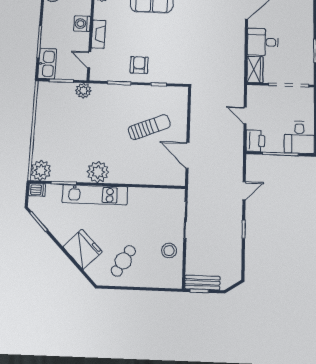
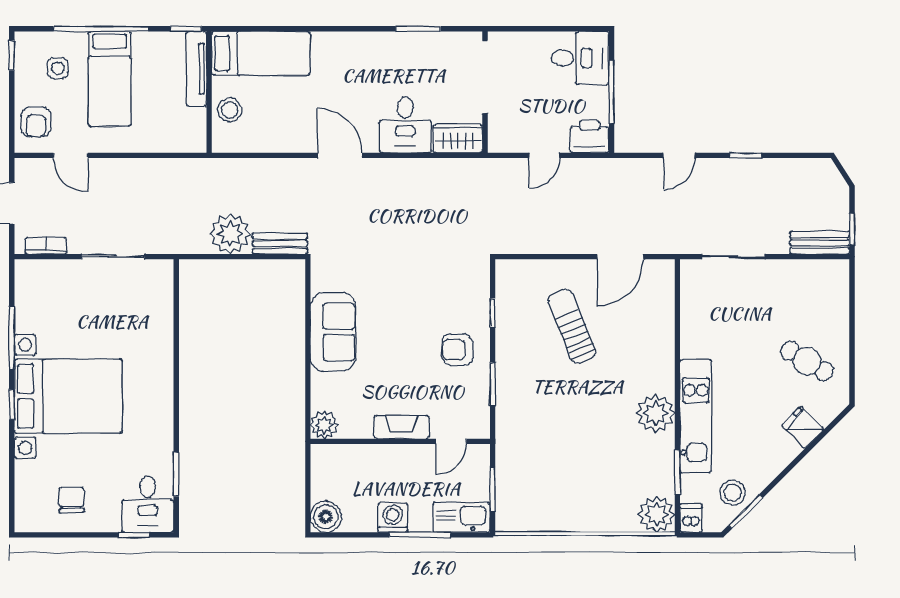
washing machine: (82, 24) -> (393, 518), moved, turned 180
plant: (83, 91) -> (509, 448), removed
door: (244, 191) -> (679, 155), swing flipped
fridge: (83, 249) -> (803, 427), width x0.53, depth x0.75
stool: (169, 251) -> (733, 493), moved
bench: (202, 283) -> (820, 243), moved, turned 90

